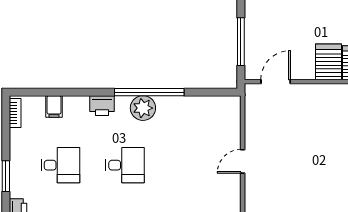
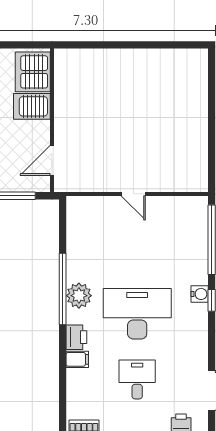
door: (276, 82) -> (52, 160), hinge flipped
filing cabinet: (54, 106) -> (77, 359), moved
desk: (125, 165) -> (137, 314), width x1.87, depth x1.30

